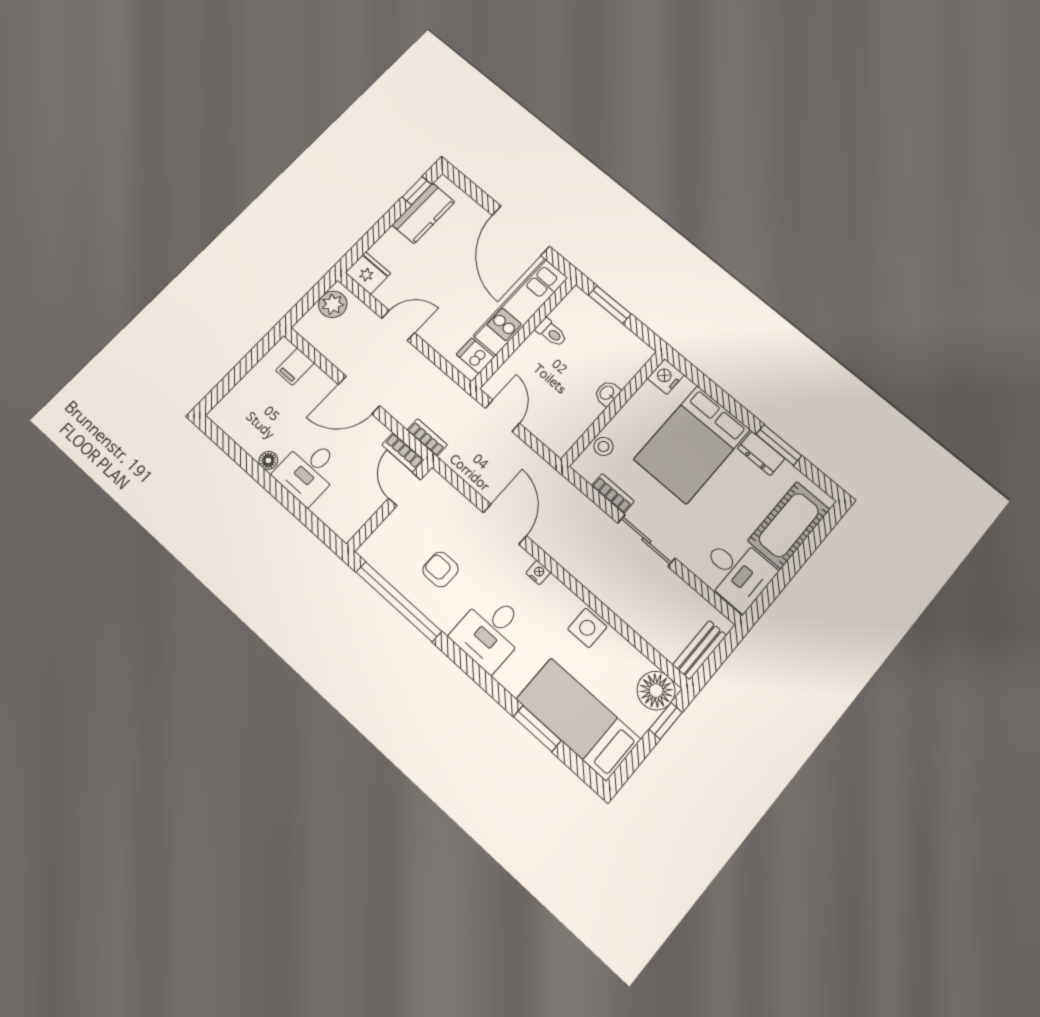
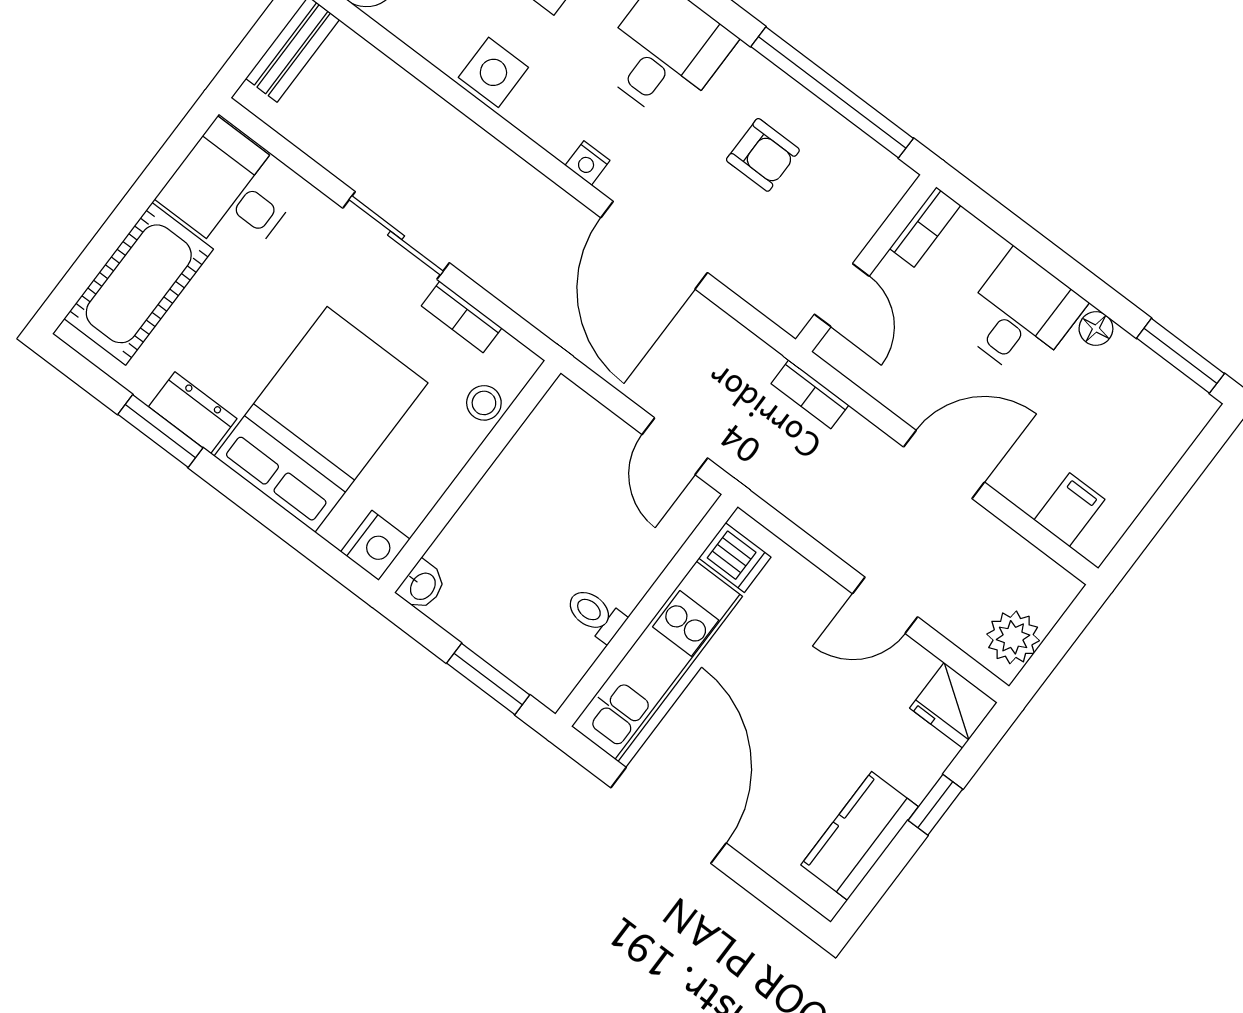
window: (417, 191) -> (935, 805), moved
washbasin: (607, 393) -> (422, 586), moved
window: (225, 442) -> (1180, 356), added
bookcase: (403, 452) -> (925, 227), moved, turned 90
door: (505, 524) -> (654, 245), width x1.36

